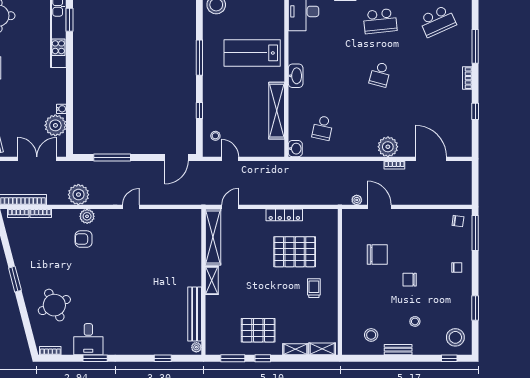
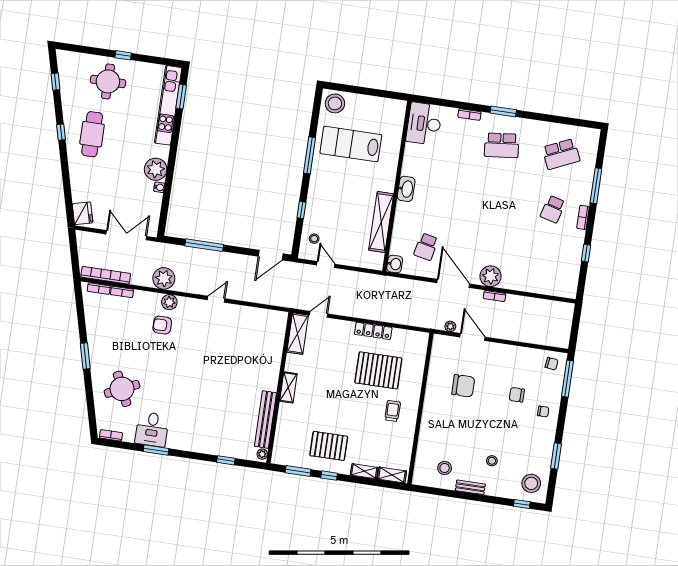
lab bench: (252, 53) -> (351, 144), moved
school desk: (380, 74) -> (553, 209), moved
plant: (55, 125) -> (156, 169), moved
door: (431, 159) -> (453, 283), moved
shelving: (213, 237) -> (298, 334), width x0.68
chair: (410, 280) -> (517, 395), moved

